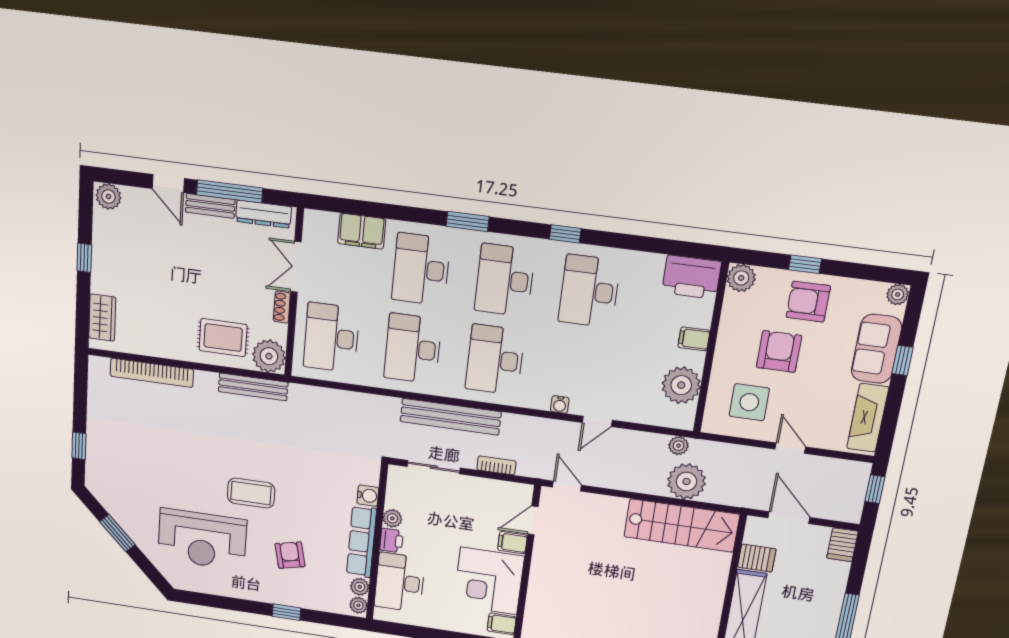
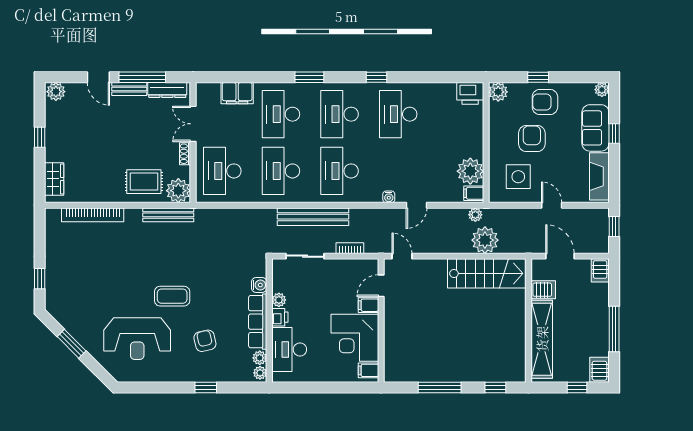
printer: (691, 277) -> (470, 93), width x0.73, depth x0.84
filing cabinet: (694, 339) -> (474, 193), moved

